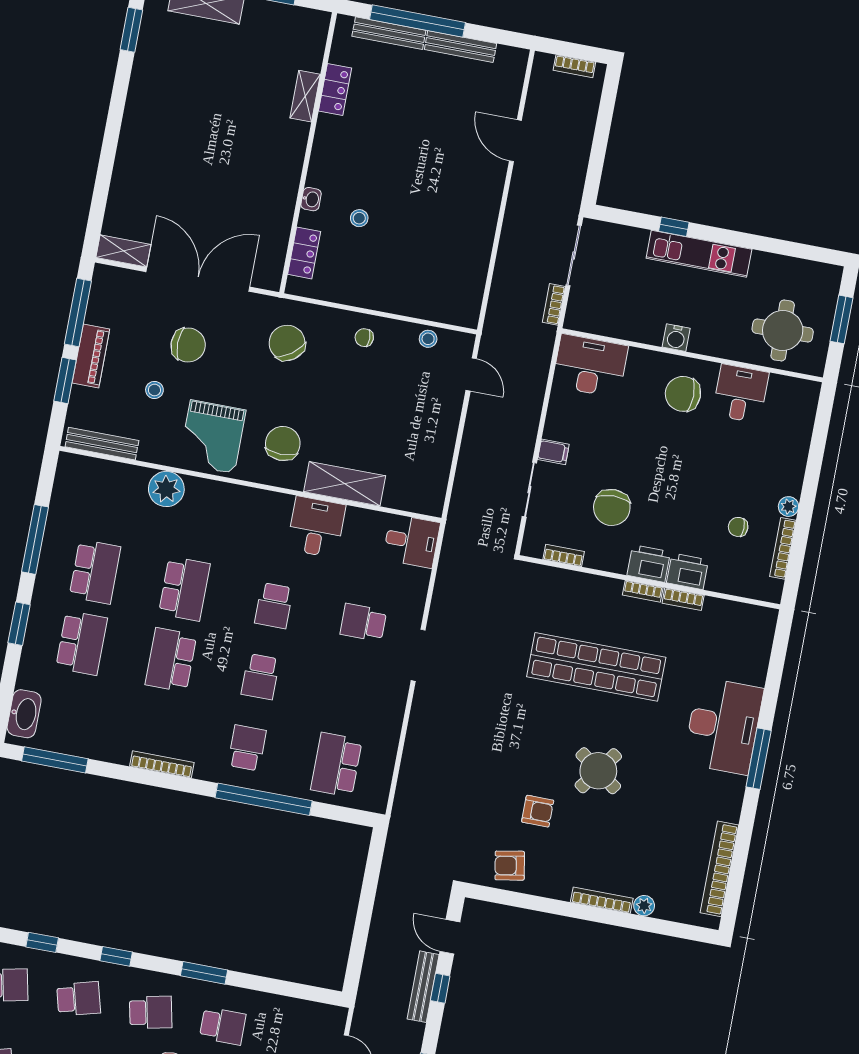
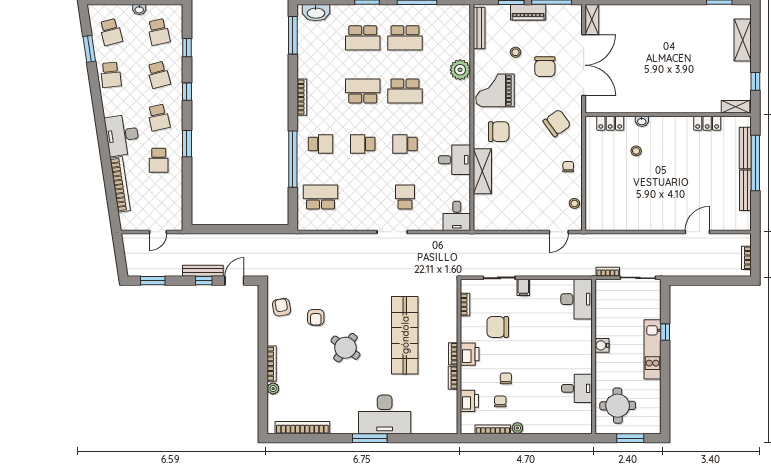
shelving: (305, 96) -> (735, 107), moved
chair: (683, 394) -> (506, 378), moved, width x0.54, depth x0.54
printer: (687, 571) -> (469, 401), moved

